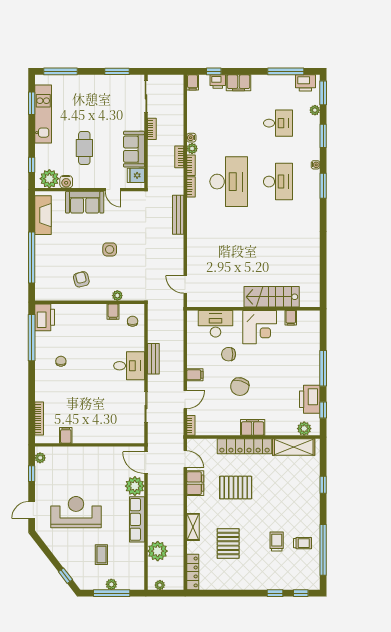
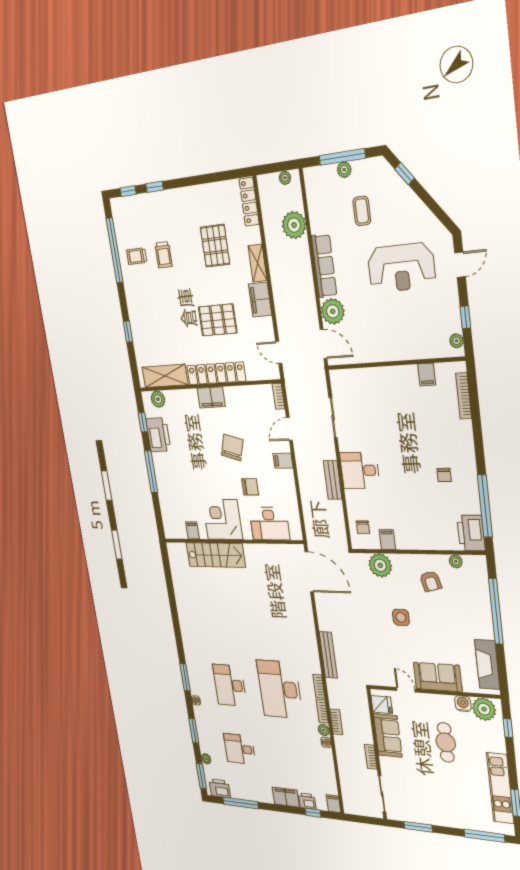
door: (185, 284) -> (309, 572), width x1.88
plant: (59, 295) -> (456, 561), added
plant: (117, 296) -> (380, 565), width x1.87, depth x1.87
filing cabinet: (195, 483) -> (260, 300), moved

